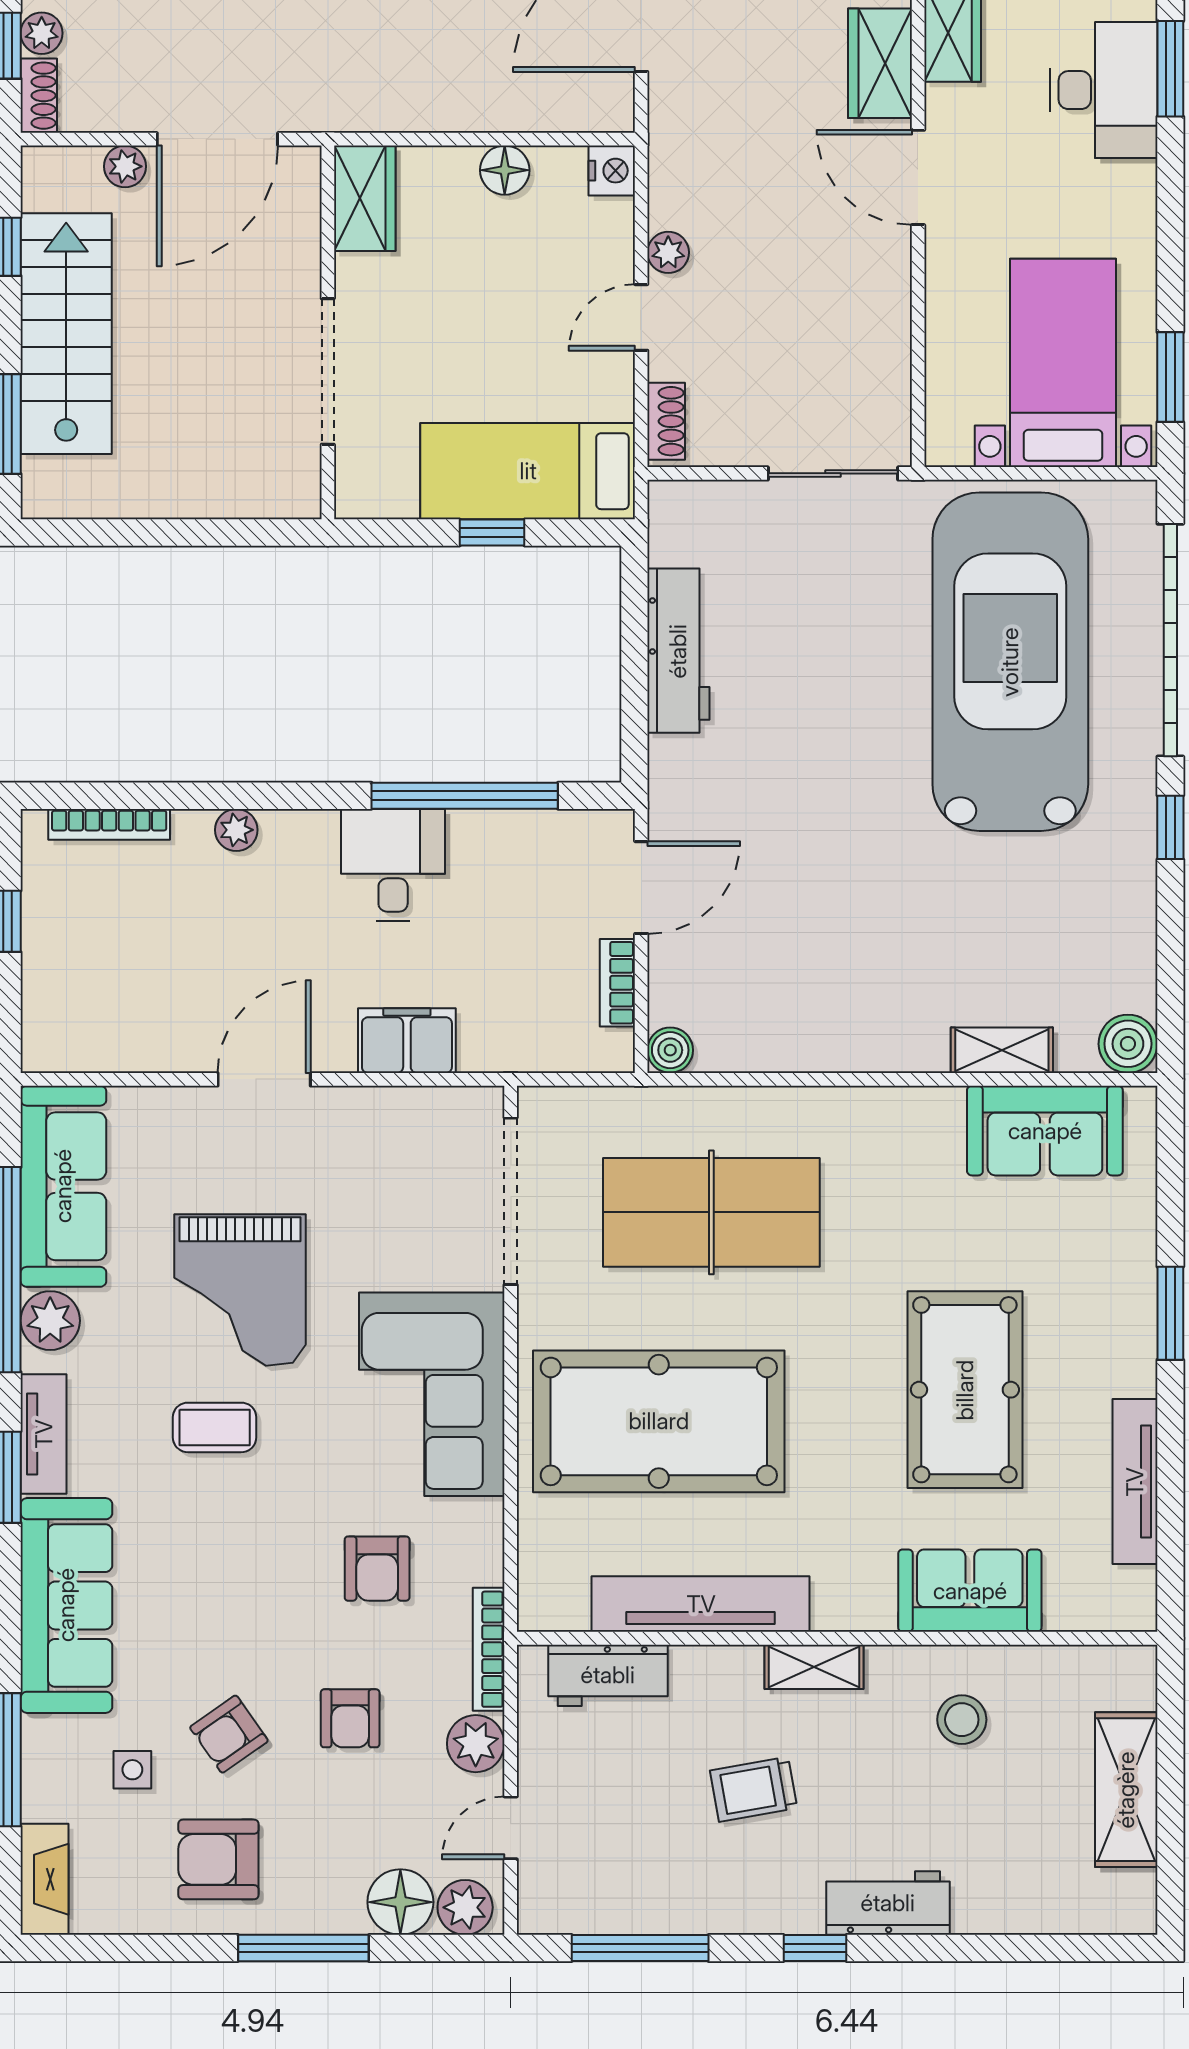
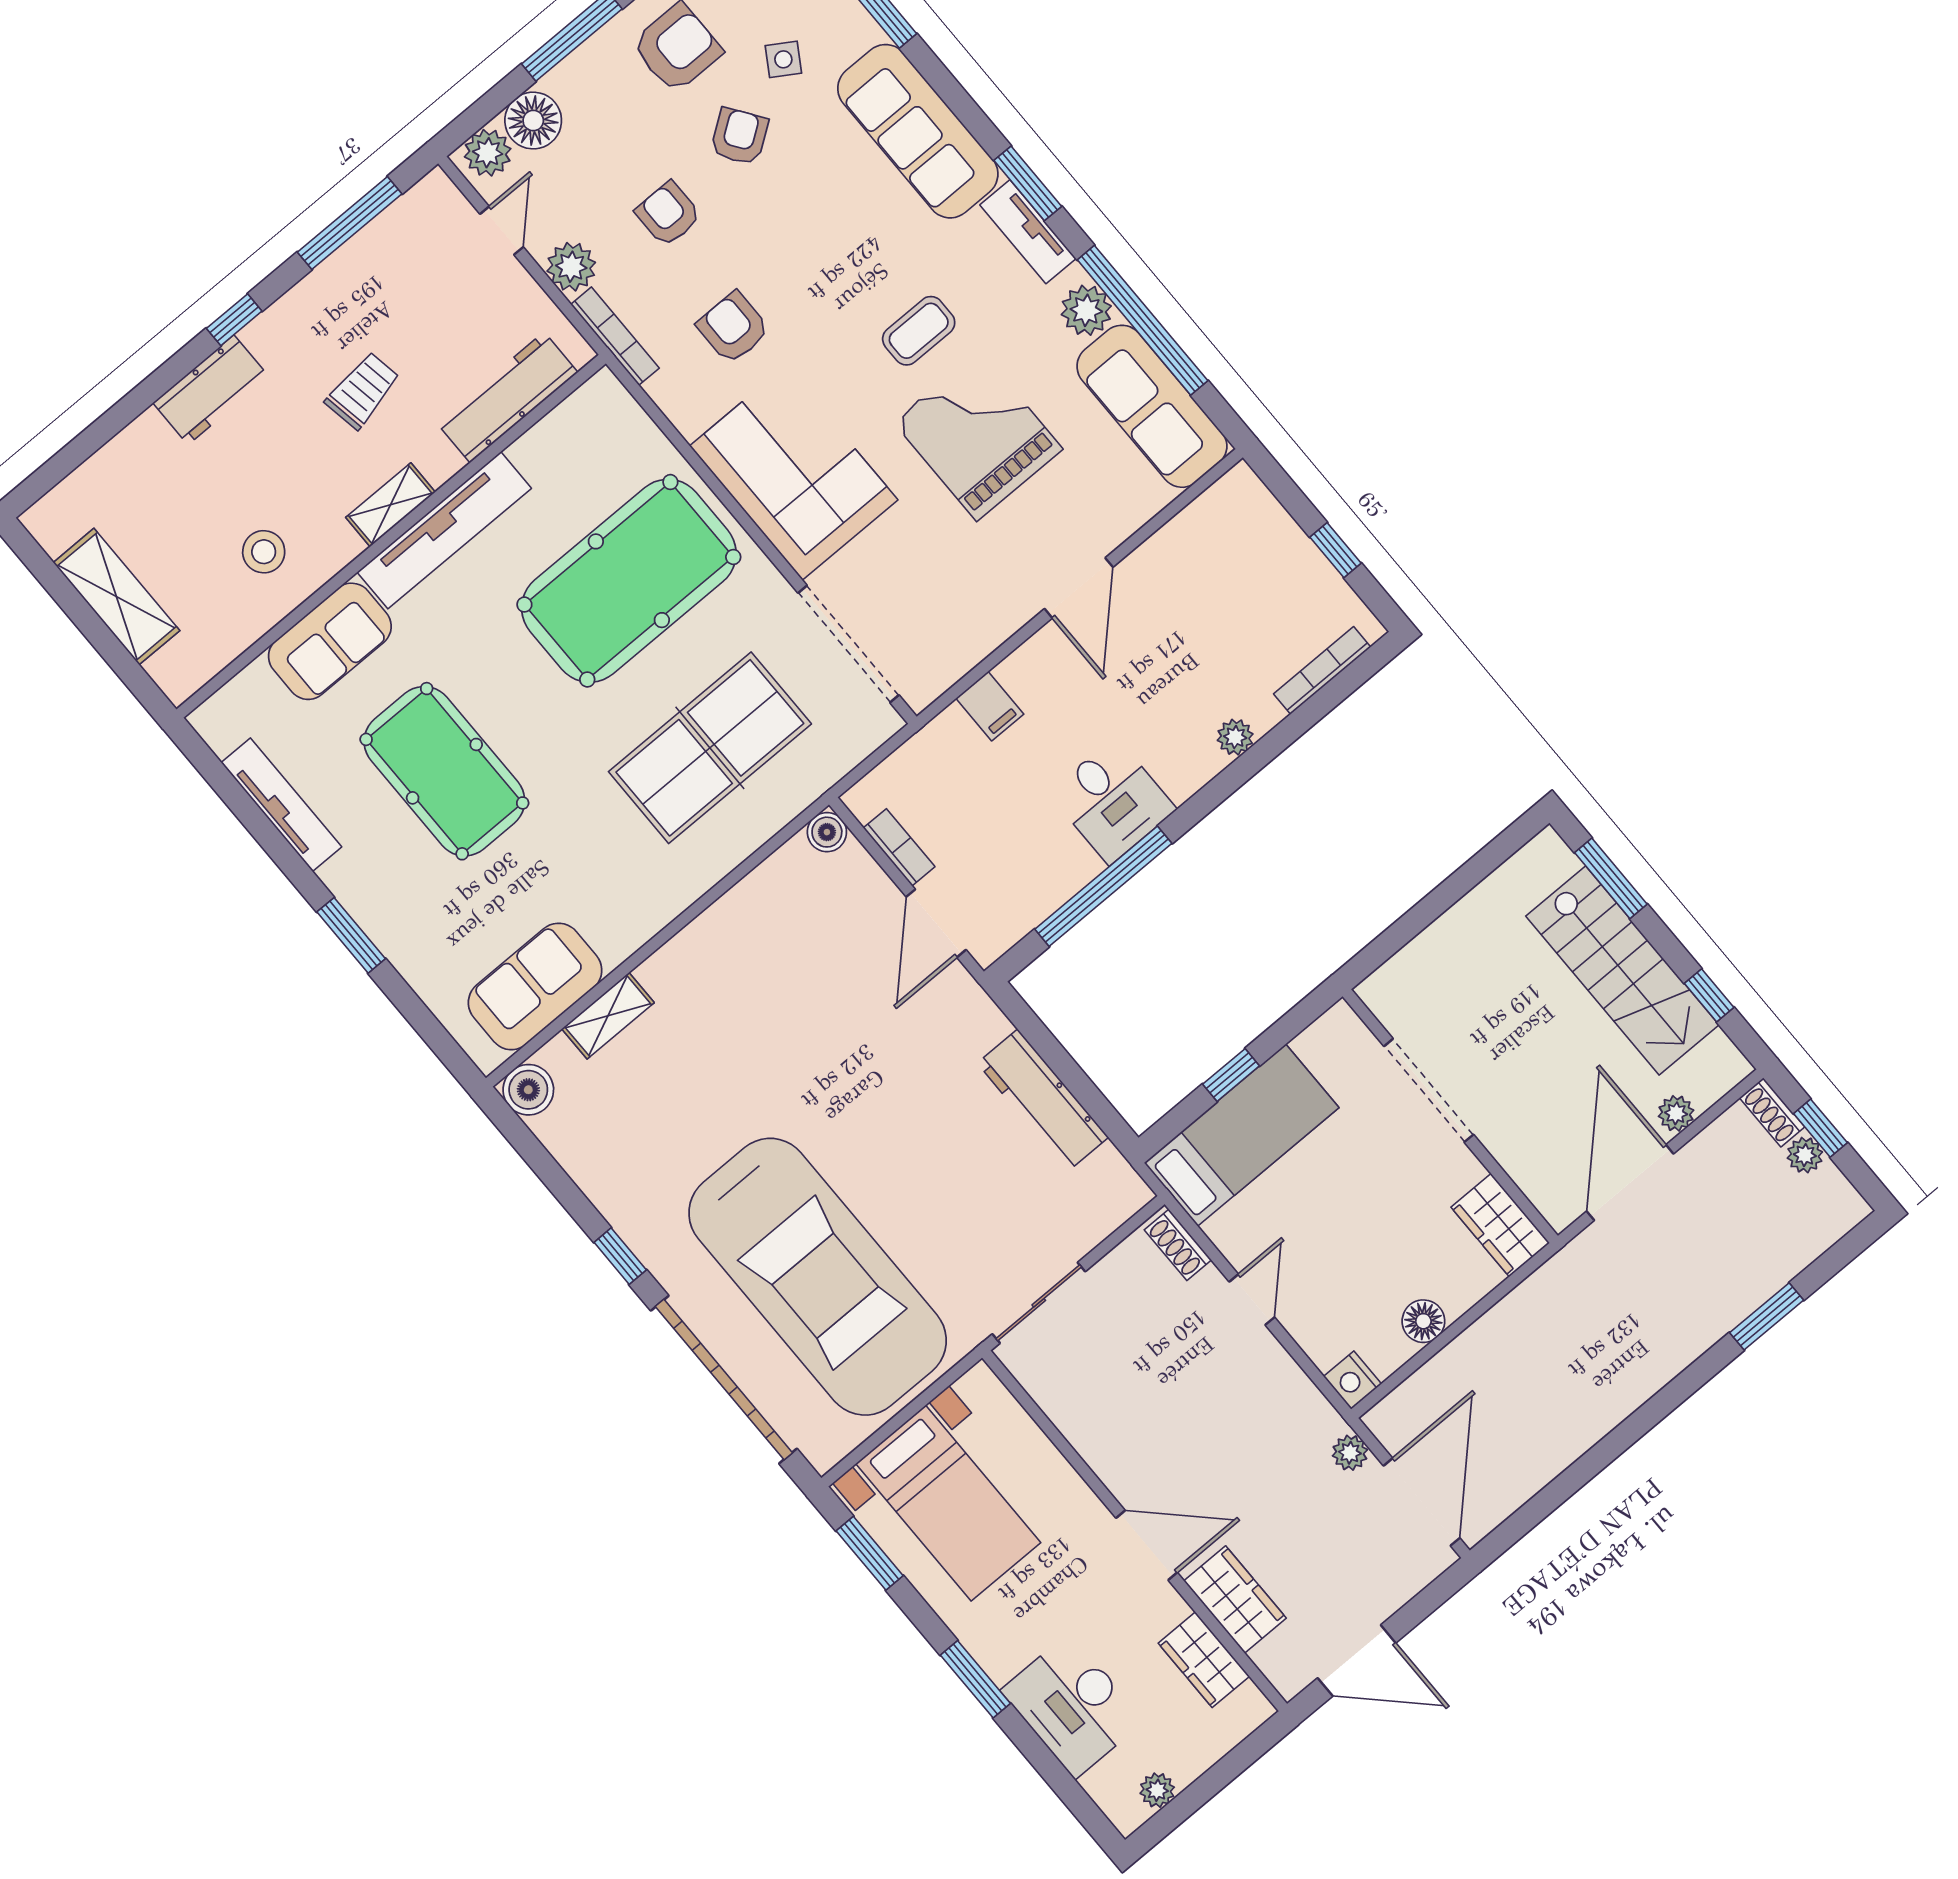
window: (1170, 69) -> (975, 1679), moved
plant: (668, 252) -> (1350, 1453), moved
filing cabinet: (407, 1041) -> (990, 706), width x0.50
tv unit: (701, 1604) -> (444, 530), moved
workbench: (608, 1675) -> (507, 397), width x1.37
side table: (132, 1770) -> (783, 59), turned 32

